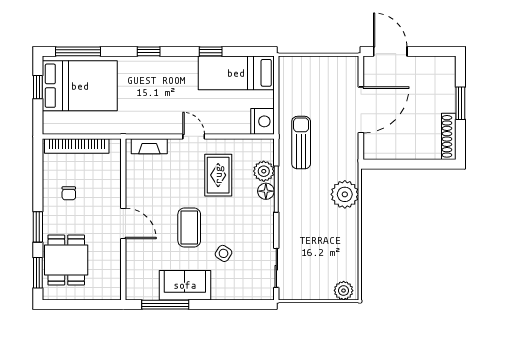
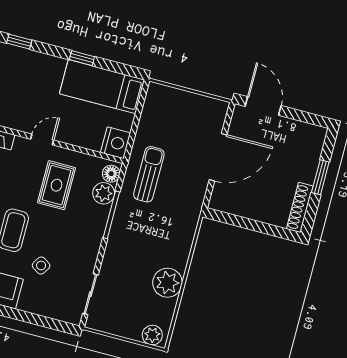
door: (194, 137) -> (42, 140), hinge flipped
floor lamp: (266, 191) -> (111, 174), moved
plant: (345, 194) -> (167, 283), moved

